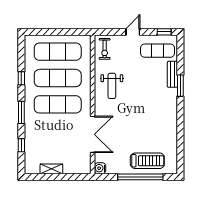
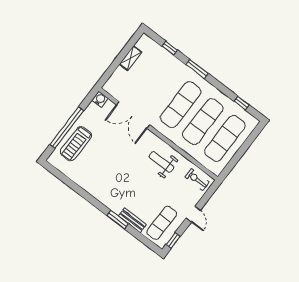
window: (21, 78) -> (242, 103), moved

